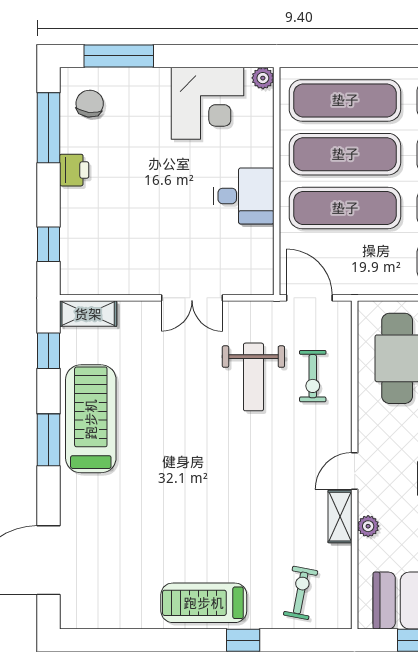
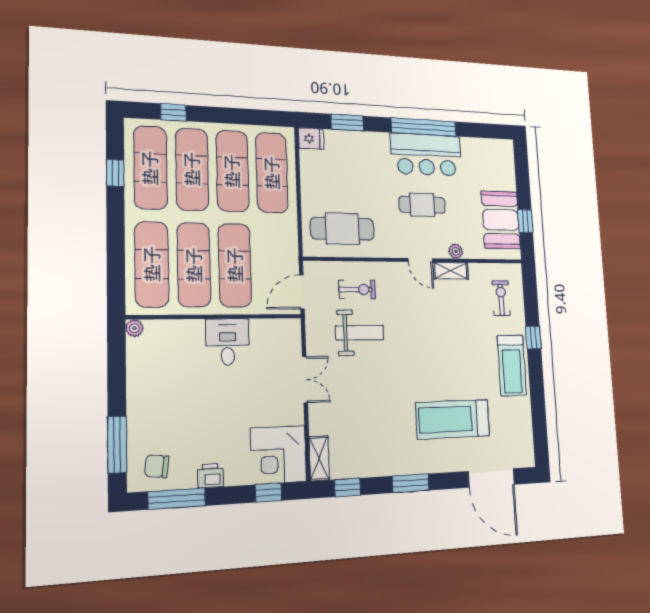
corner desk: (208, 103) -> (278, 455), moved, turned 180
treadmill: (91, 419) -> (453, 419), moved
exercise bike: (301, 593) -> (501, 298), turned 79

